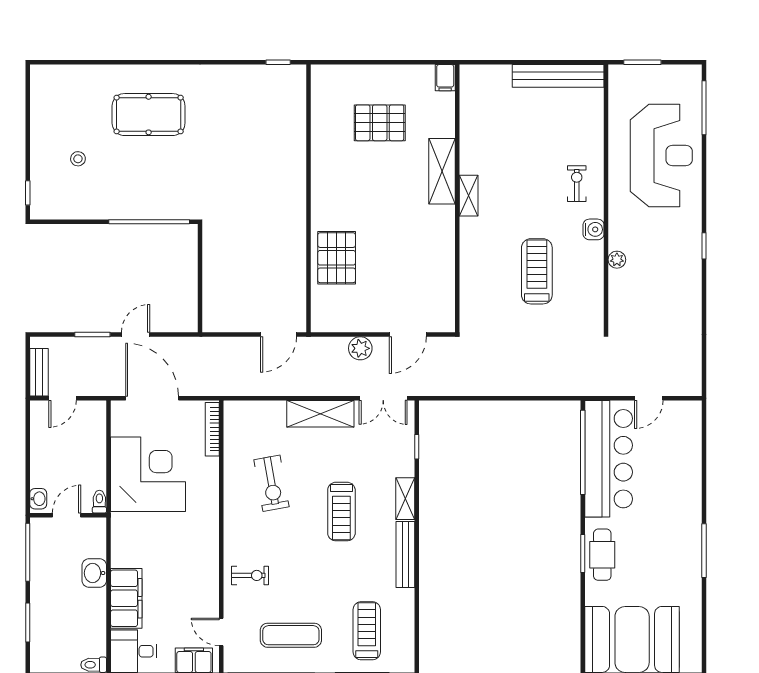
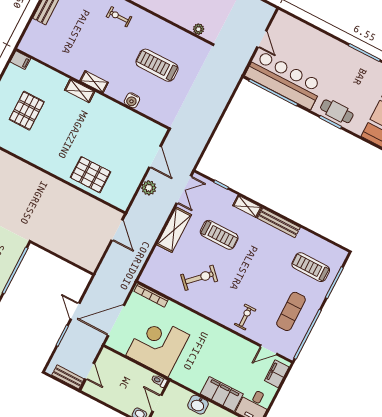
shelving: (442, 171) -> (80, 91), width x0.67, depth x0.75
water cooler: (594, 229) -> (132, 100), moved, turned 180
plant: (617, 260) -> (199, 29), moved
exercise bike: (271, 483) -> (199, 278), turned -34
treadmill: (341, 512) -> (219, 235), moved

